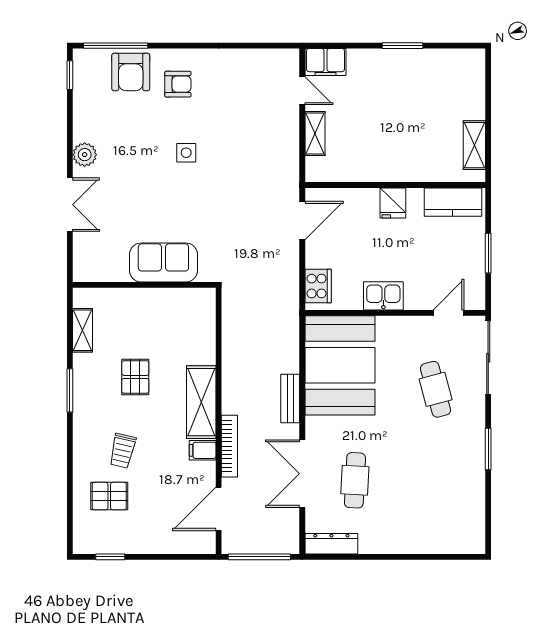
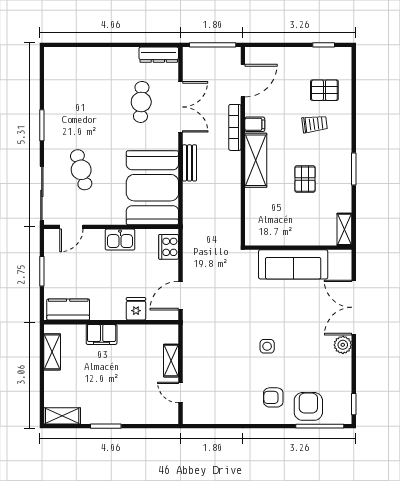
shelving: (461, 59) -> (62, 416), added
filing cabinet: (326, 62) -> (102, 334), moved, turned 180
fridge: (393, 203) -> (136, 309), moved
double door: (70, 205) -> (354, 307), width x1.37
sofa: (163, 262) -> (293, 264), width x1.36
shelving: (83, 330) -> (344, 229), moved
trolley: (123, 451) -> (315, 124), turned 70

